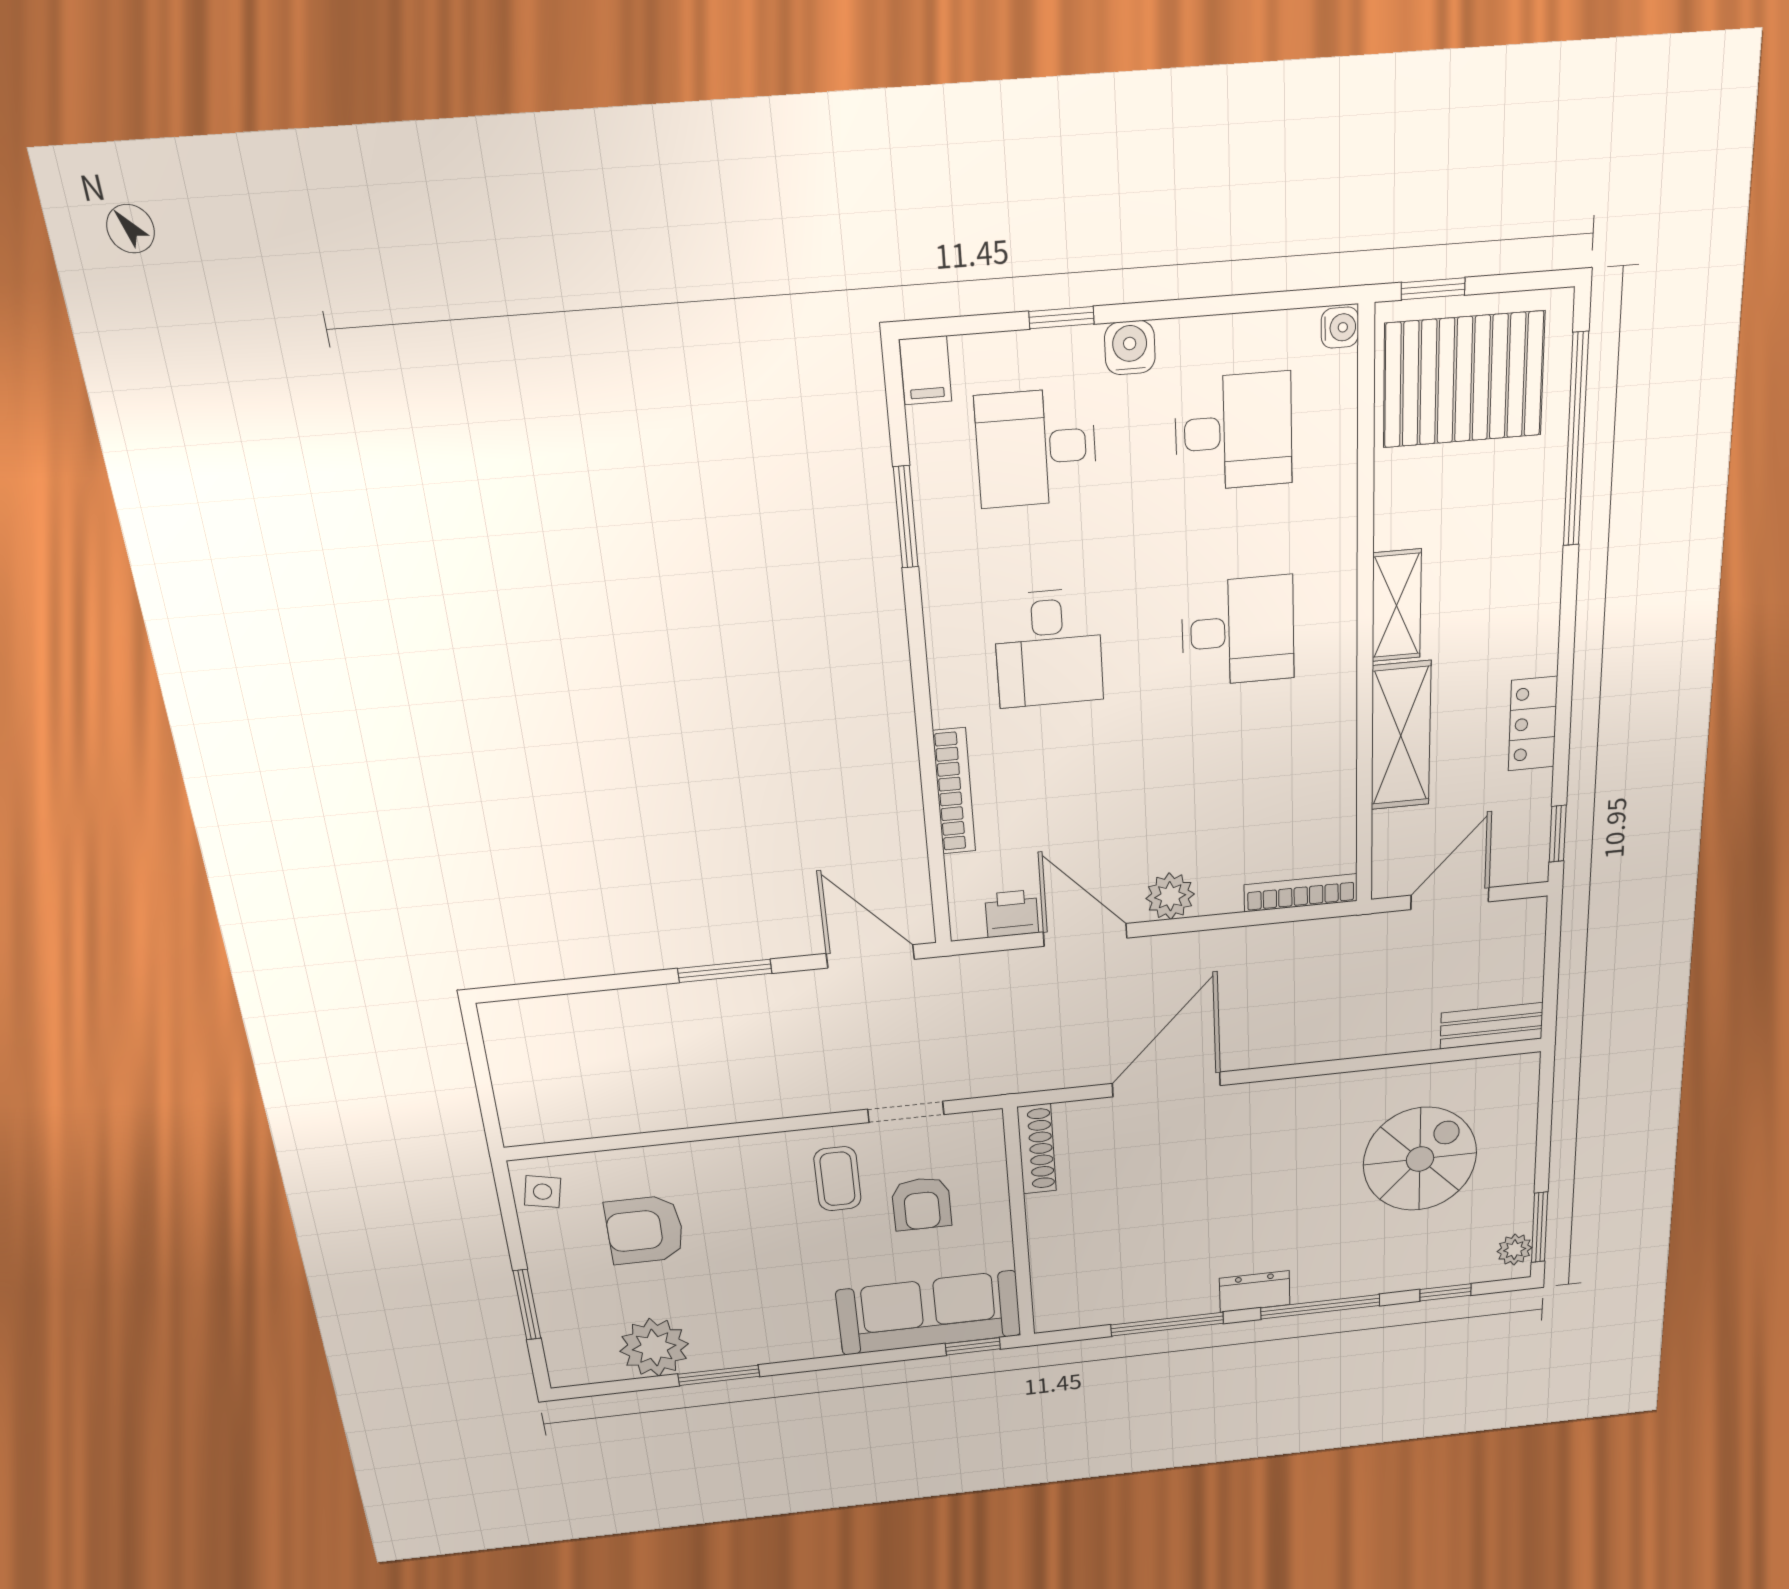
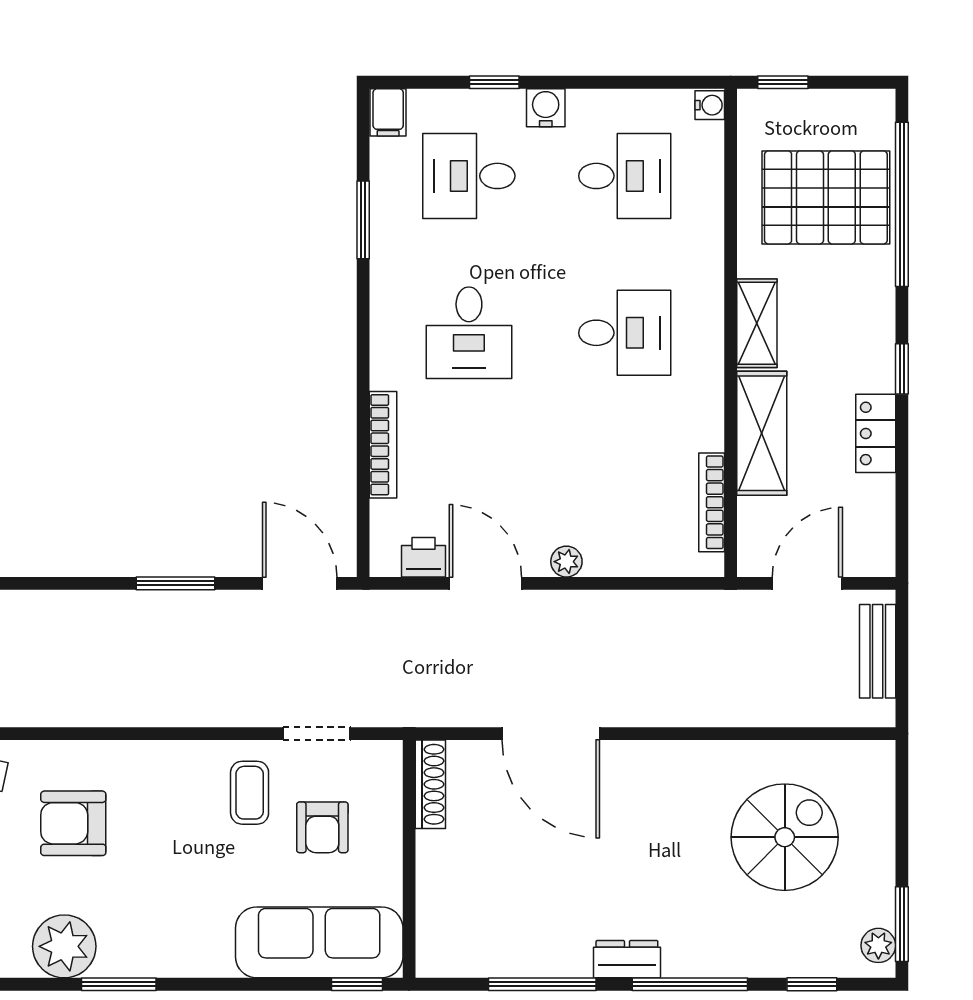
pallet: (1464, 380) -> (826, 197), moved
window: (1558, 834) -> (902, 369), moved
bookcase: (1301, 893) -> (712, 502), moved, turned -90
plant: (1170, 896) -> (566, 562), width x0.73, depth x0.73
bench: (1492, 1026) -> (878, 651), moved, turned 90
door: (1166, 1084) -> (551, 734), swing flipped

